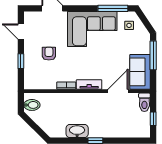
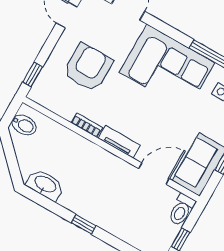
armchair: (49, 54) -> (88, 68), width x1.88, depth x1.88
window: (21, 61) -> (33, 75), moved
washbasin: (77, 131) -> (45, 185), moved

